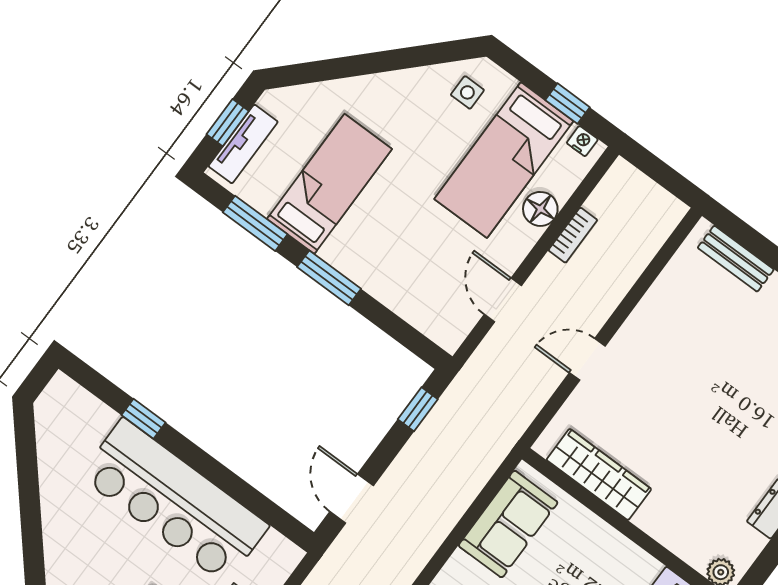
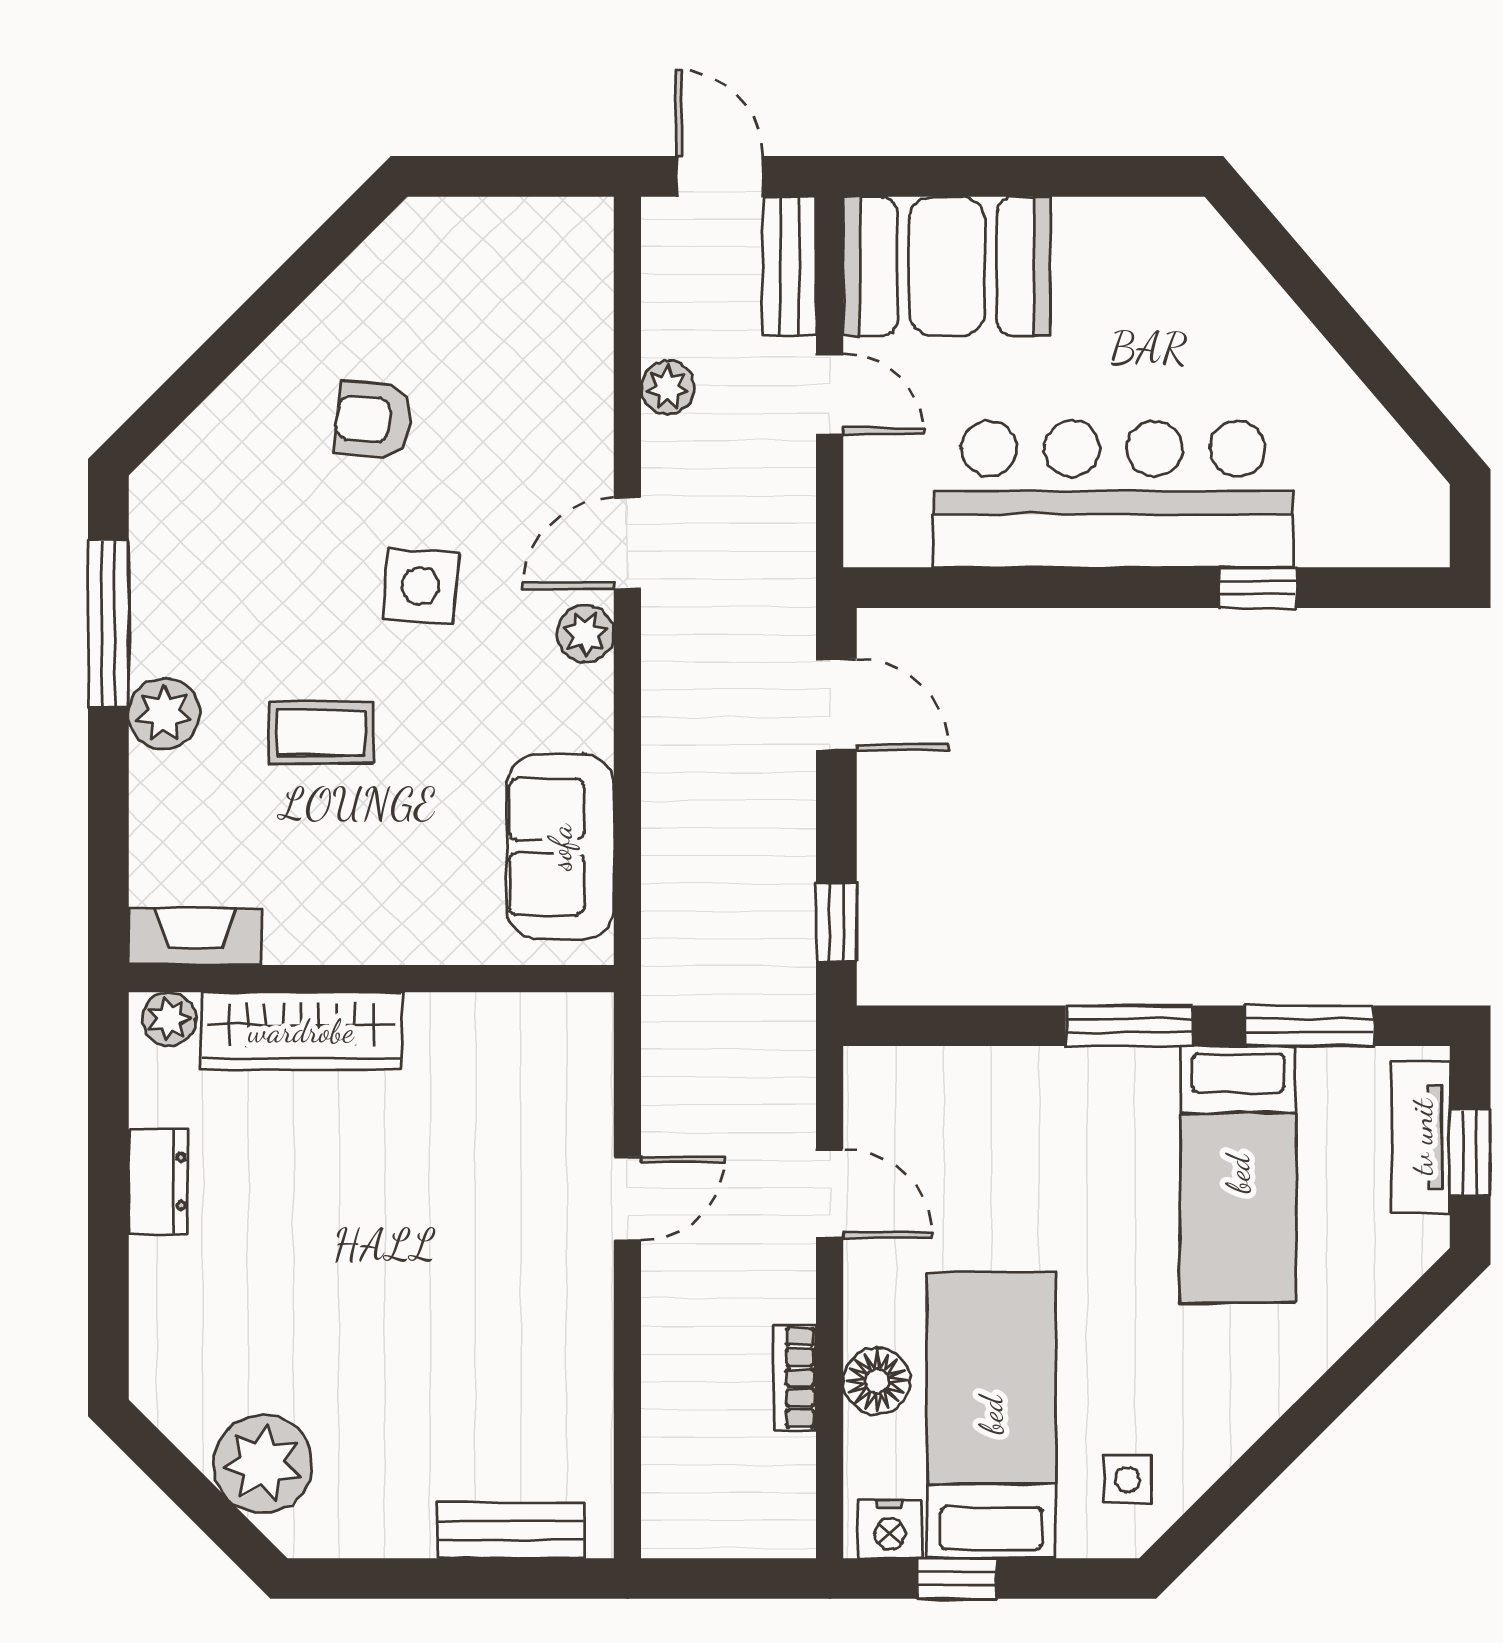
nightstand: (582, 141) -> (890, 1529), width x1.39, depth x1.35
wardrobe: (599, 474) -> (301, 1031), moved

